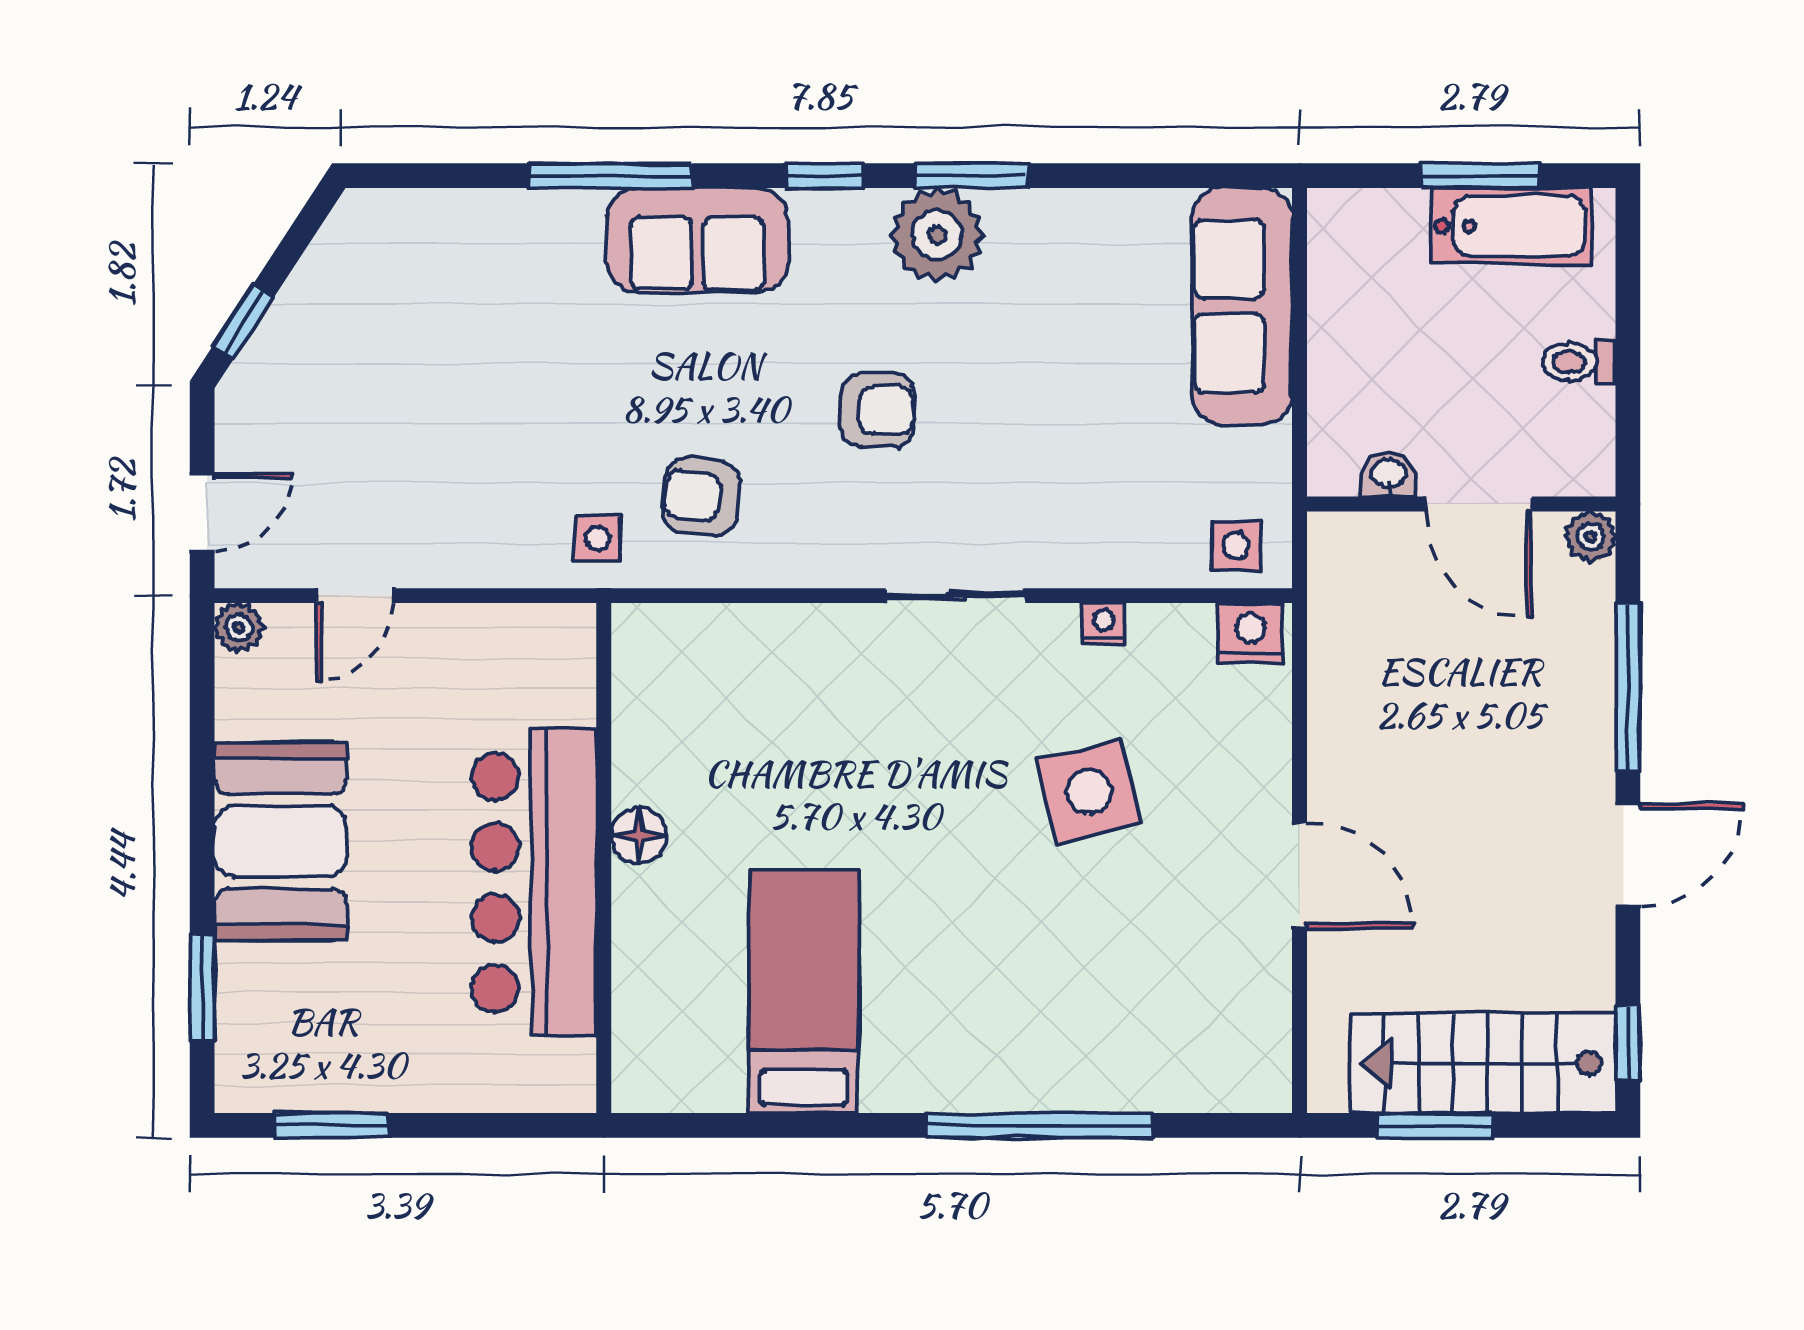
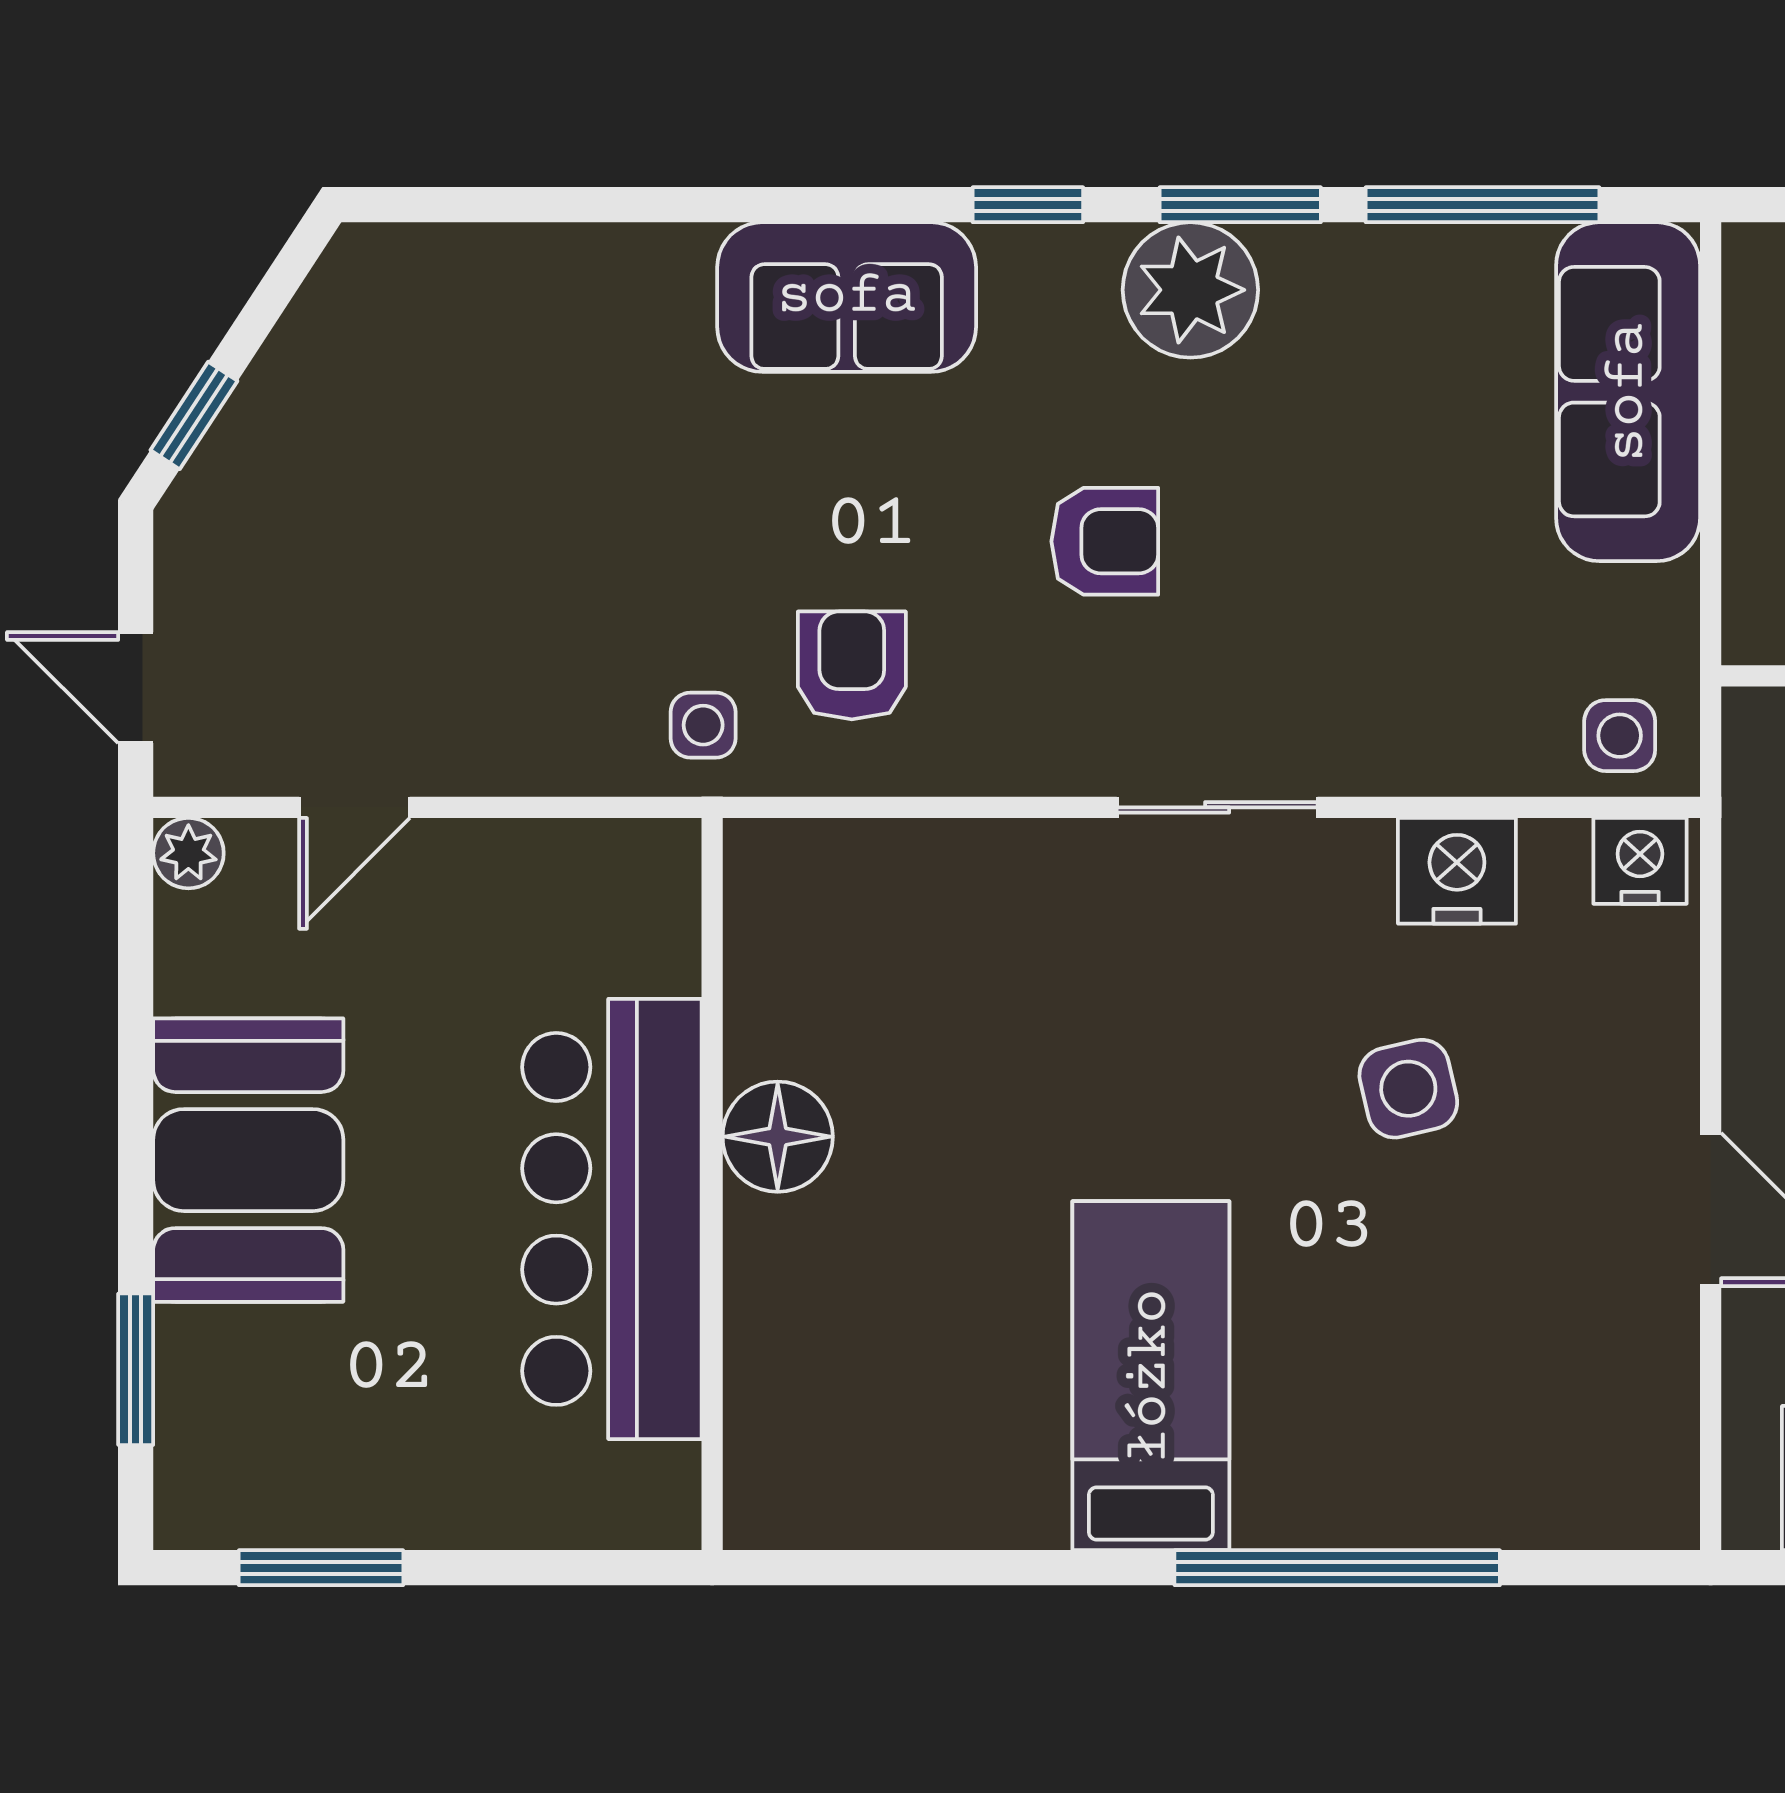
window: (610, 176) -> (1482, 205), moved
armchair: (701, 497) -> (852, 665), turned 82
door: (202, 512) -> (136, 688), swing flipped
nightstand: (1103, 623) -> (1457, 871), width x1.89, depth x1.79
side table: (1089, 792) -> (1408, 1089), width x0.73, depth x0.73
floor lamp: (639, 836) -> (778, 1137), width x1.38, depth x1.38
bed: (804, 992) -> (1151, 1376), moved

